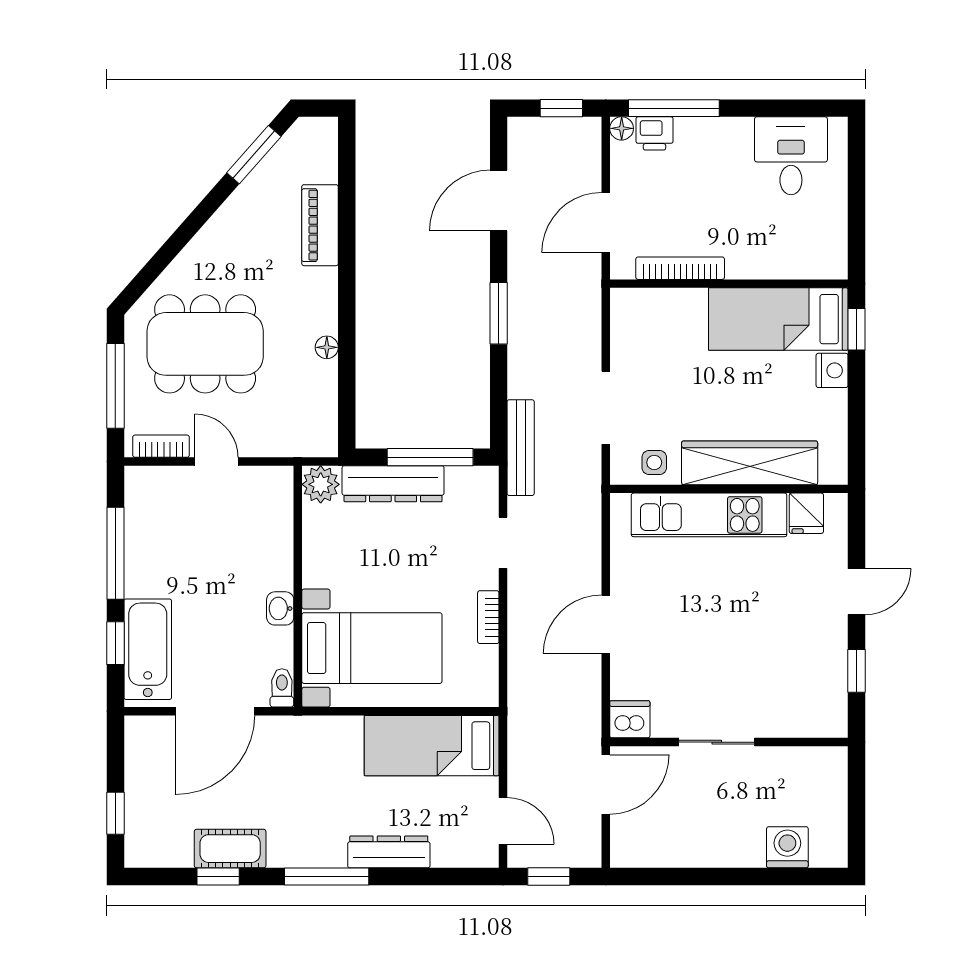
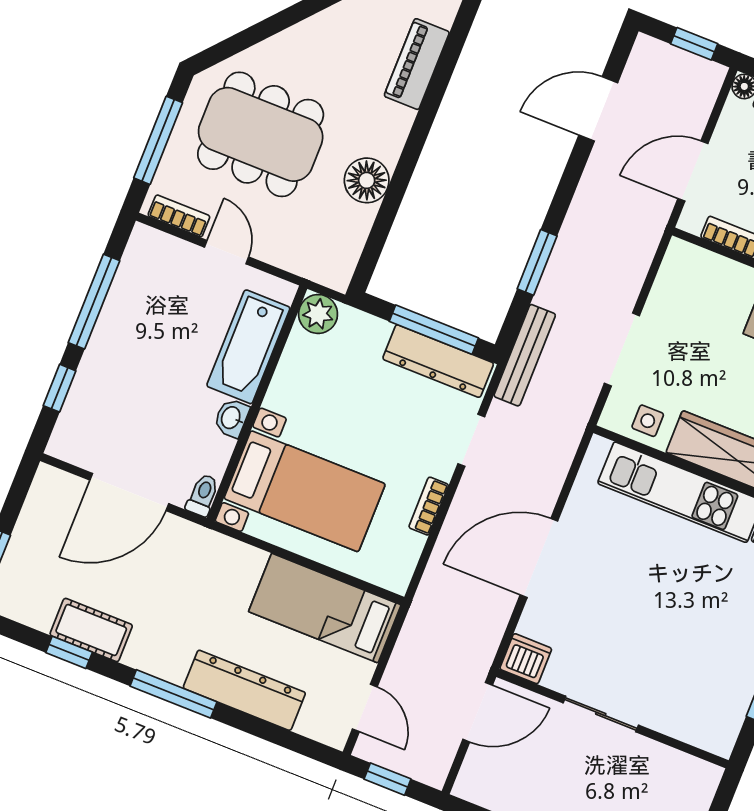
window: (499, 313) -> (537, 262), moved
floor lamp: (327, 347) -> (367, 180), width x1.89, depth x1.89
dresser: (393, 484) -> (438, 361), moved
door: (606, 624) -> (539, 558), width x1.36
bathtub: (148, 649) -> (248, 347), moved, turned 180
dresser: (389, 852) -> (244, 690), width x1.37, depth x1.24

